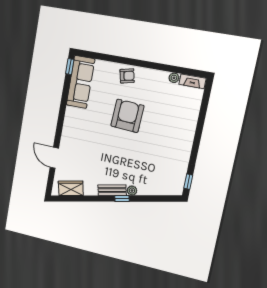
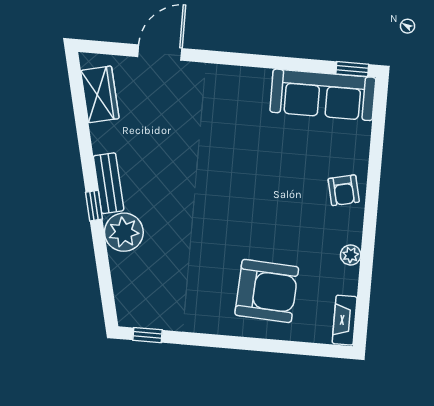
plant: (174, 78) -> (351, 255), moved
armchair: (127, 116) -> (267, 291), moved
plant: (132, 191) -> (124, 232), width x1.88, depth x1.88

